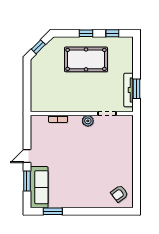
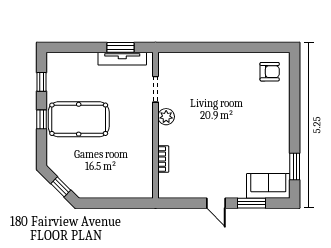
pool table: (86, 59) -> (79, 119), turned 90
sofa: (39, 187) -> (268, 186), width x0.73
armchair: (119, 194) -> (270, 72), turned -53

